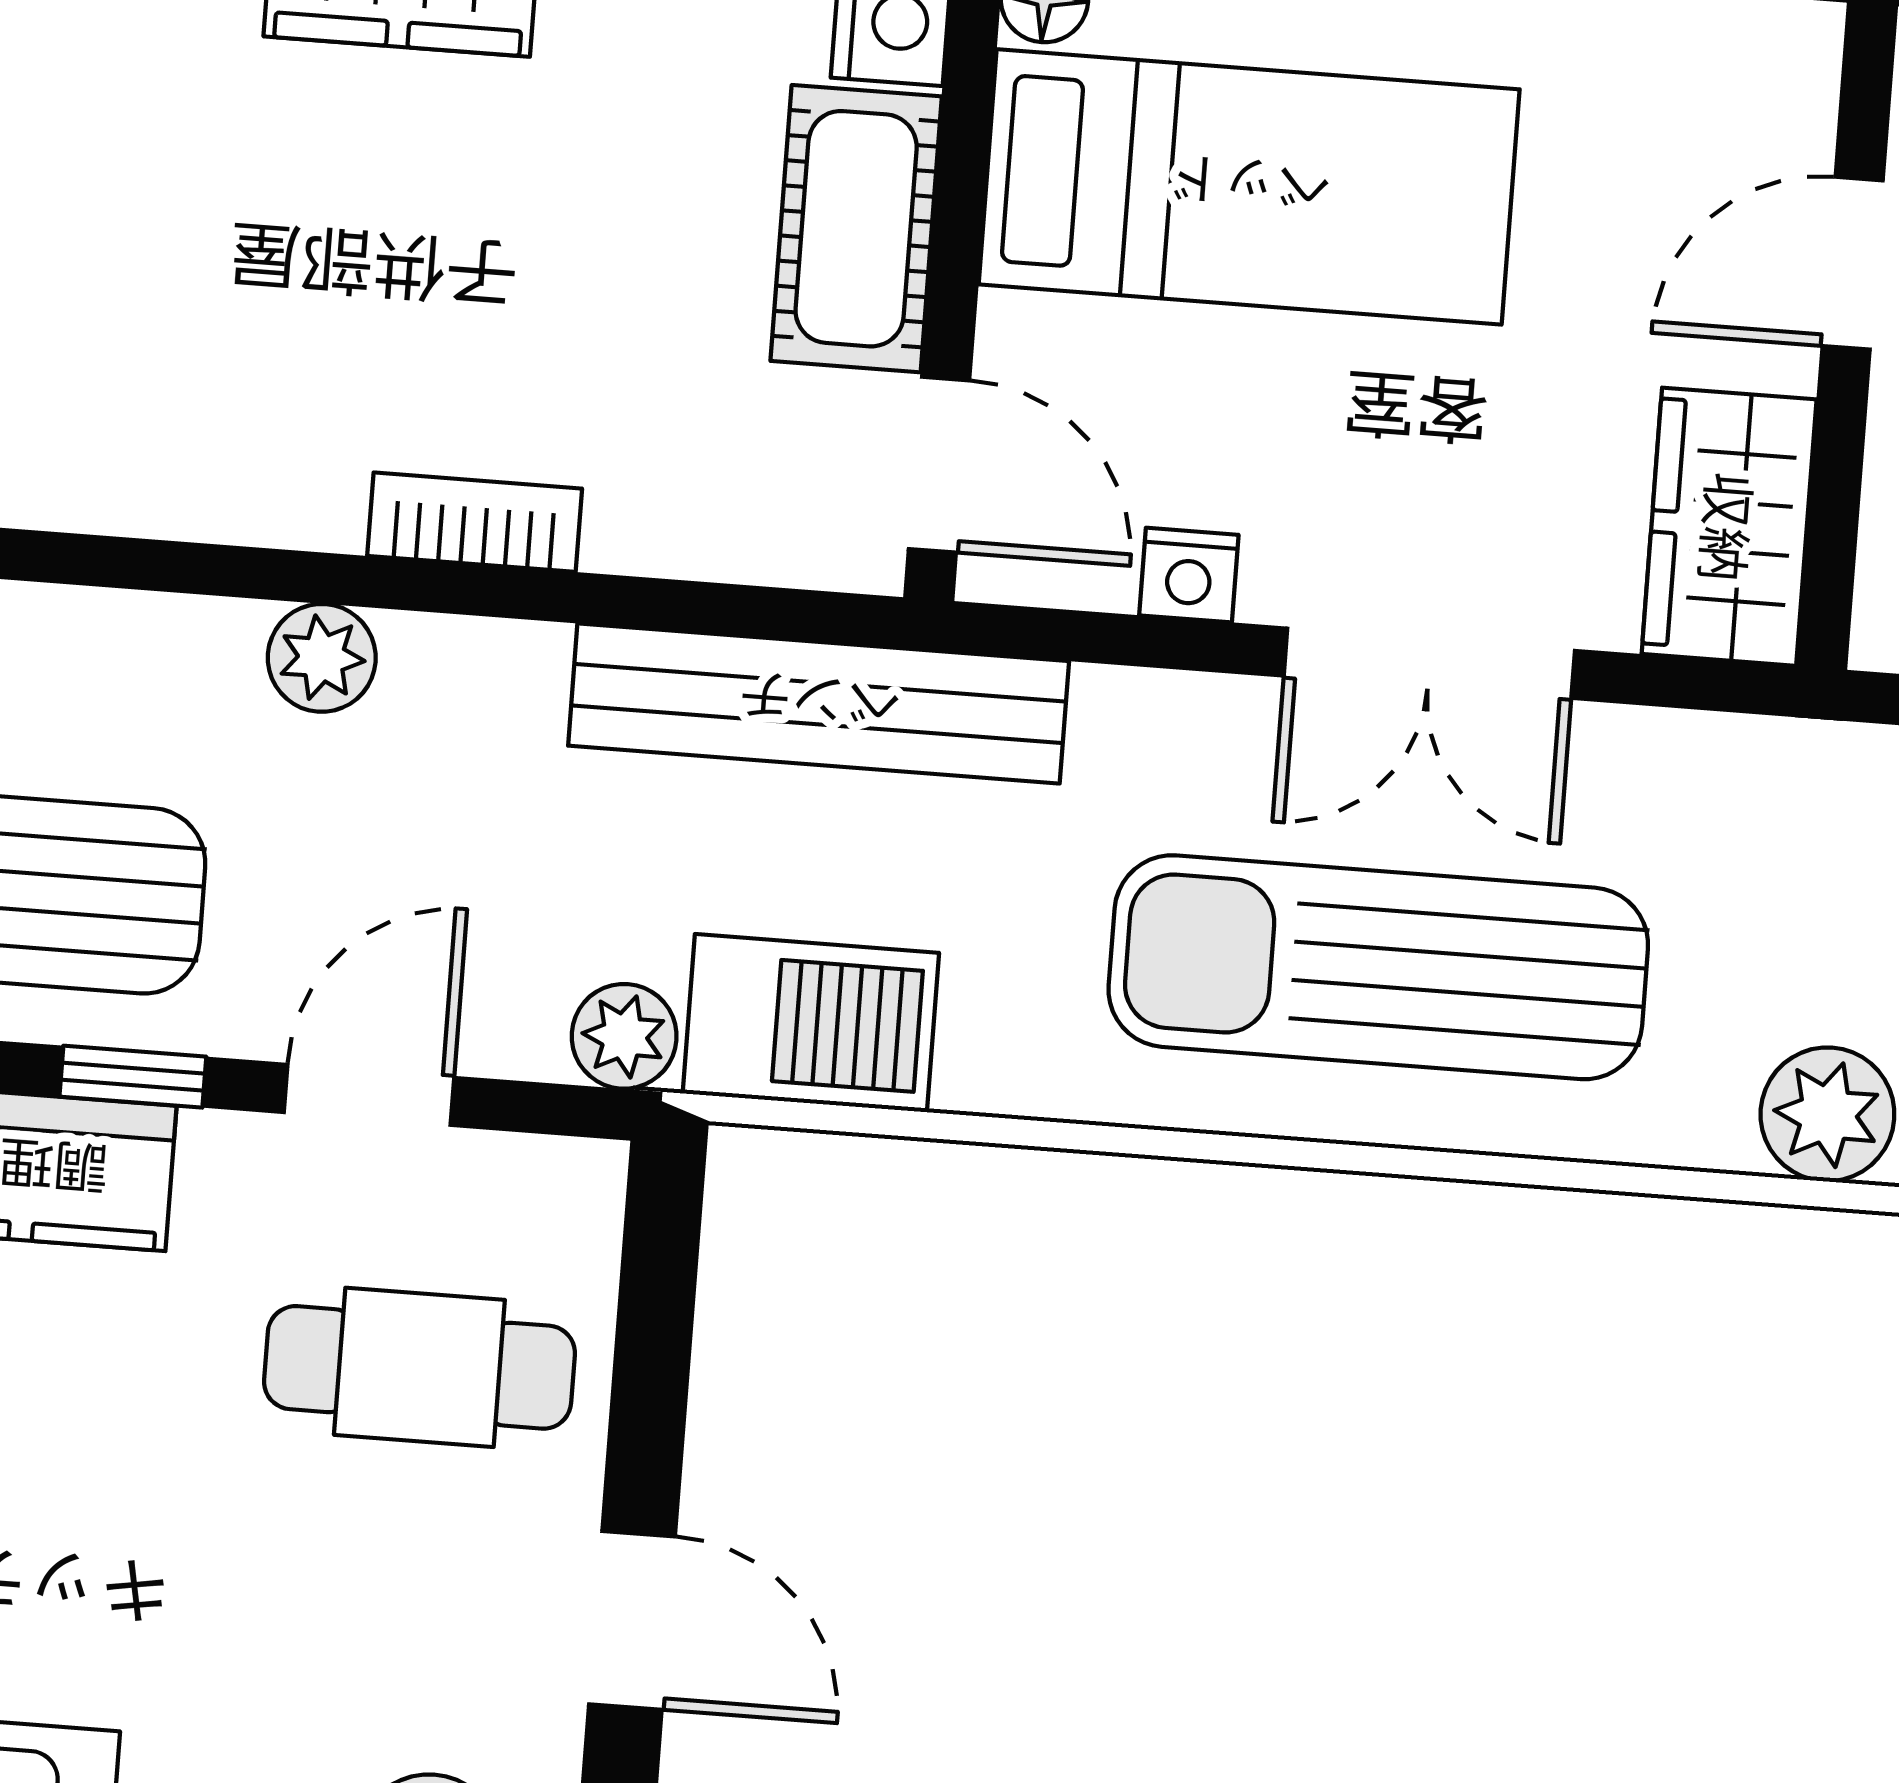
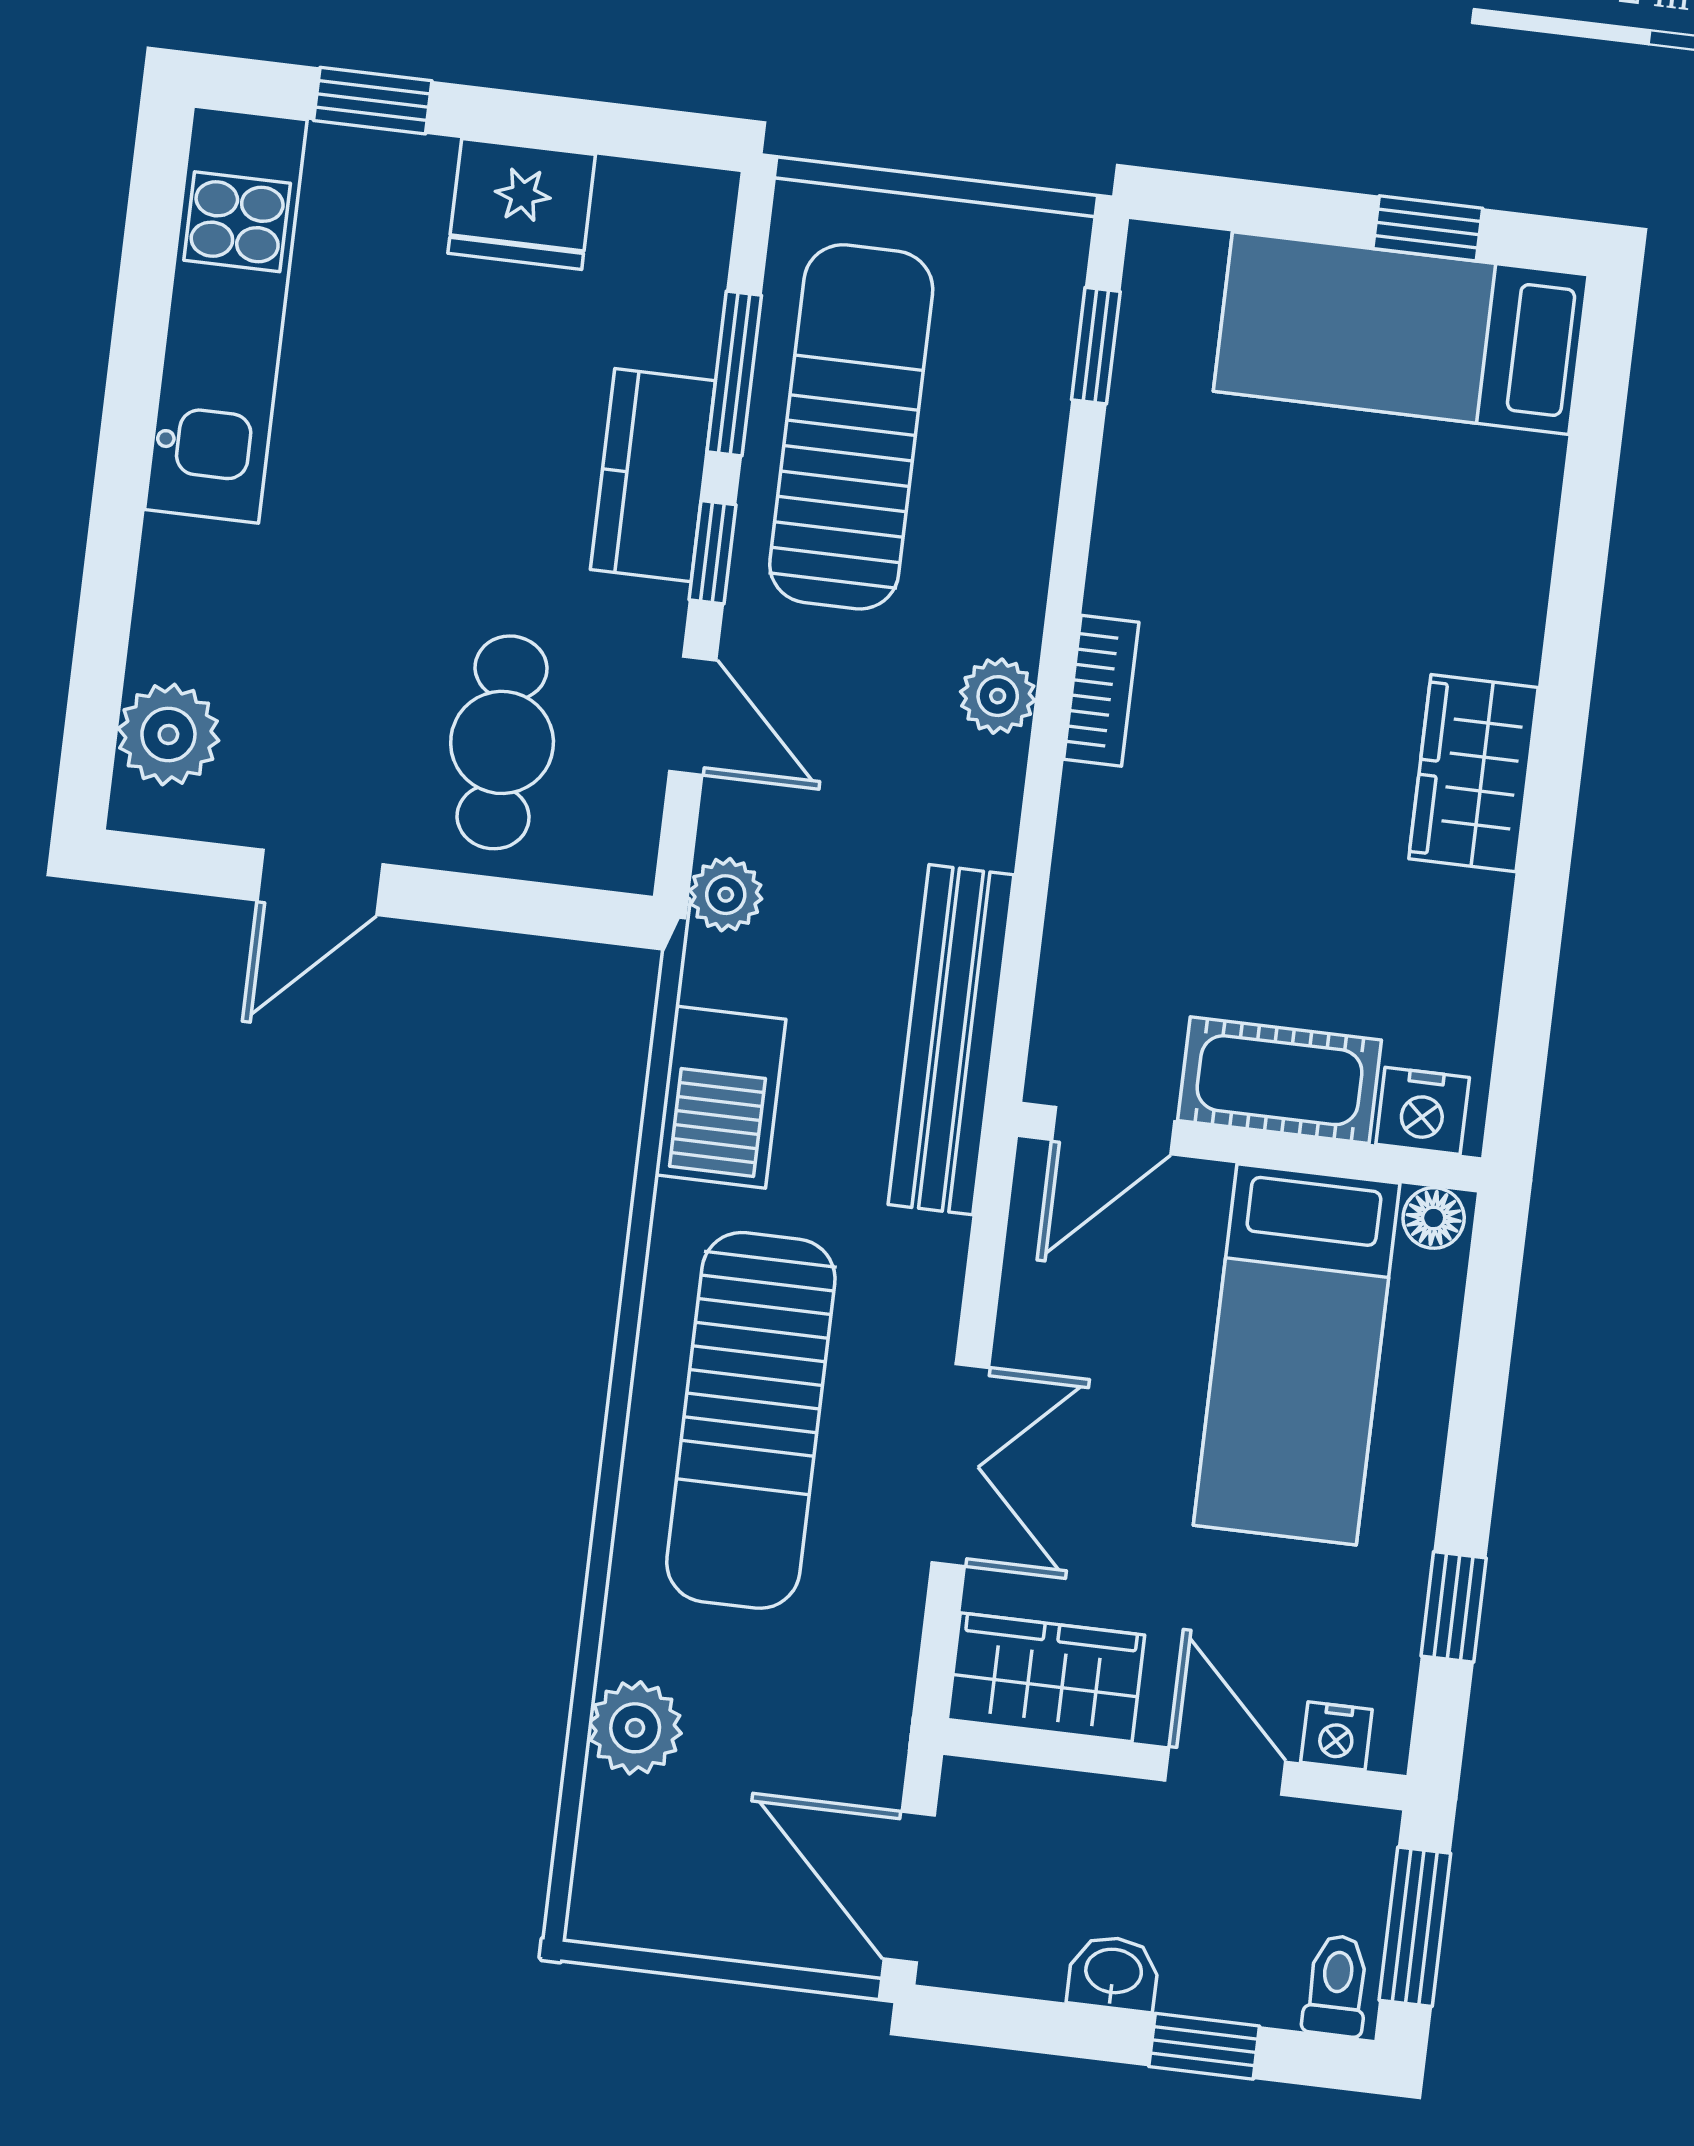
bookcase: (475, 522) -> (1101, 691), moved
nightstand: (1189, 575) -> (1336, 1736), moved, turned -90
double door: (1429, 663) -> (960, 1465), swing flipped
sun lounger: (1378, 967) -> (751, 1420), turned 180
barbecue: (811, 1023) -> (720, 1097), moved

